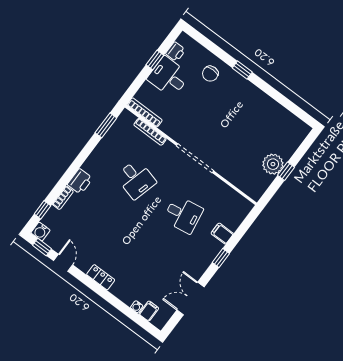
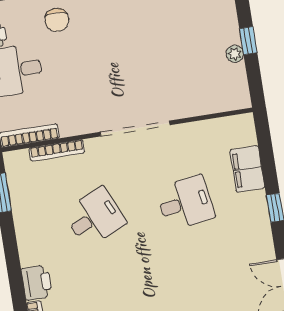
plant: (273, 164) -> (235, 54), width x0.53, depth x0.53
desk: (136, 179) -> (95, 217), turned -39
filing cabinet: (222, 234) -> (247, 169), width x2.00

